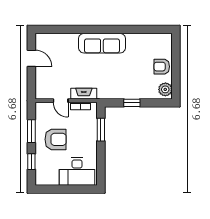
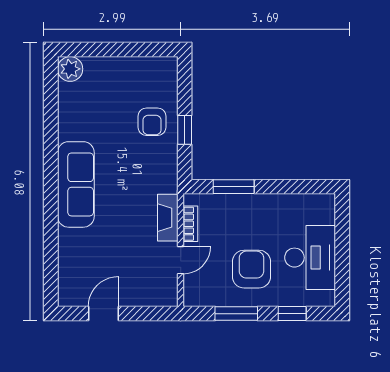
armchair: (162, 67) -> (152, 122), moved
plant: (165, 89) -> (70, 69), moved
desk: (77, 171) -> (310, 258), moved

